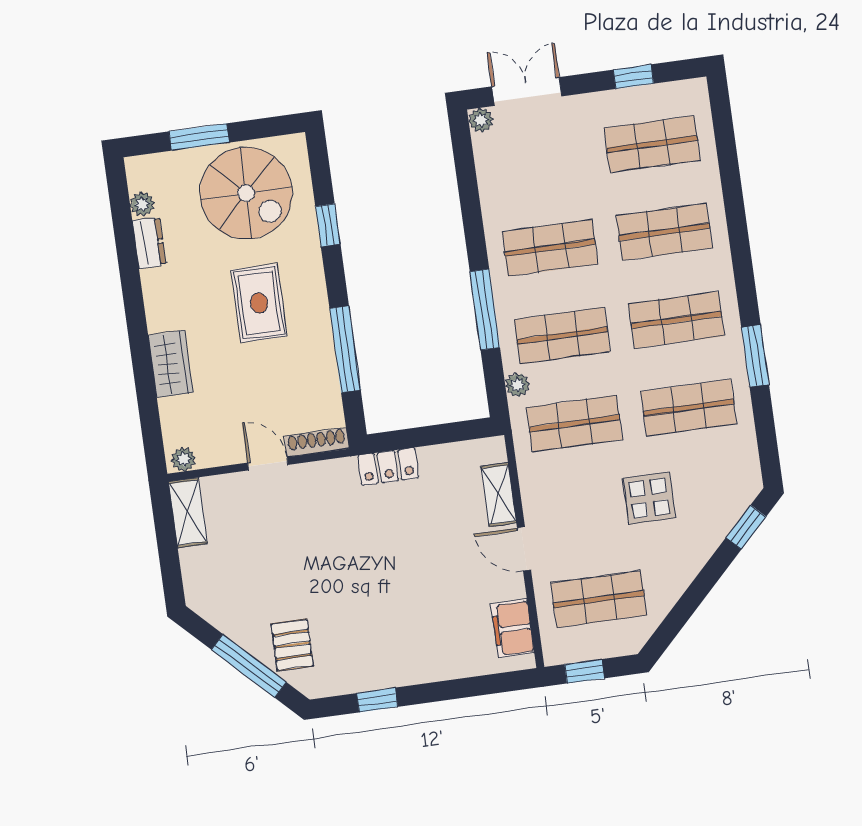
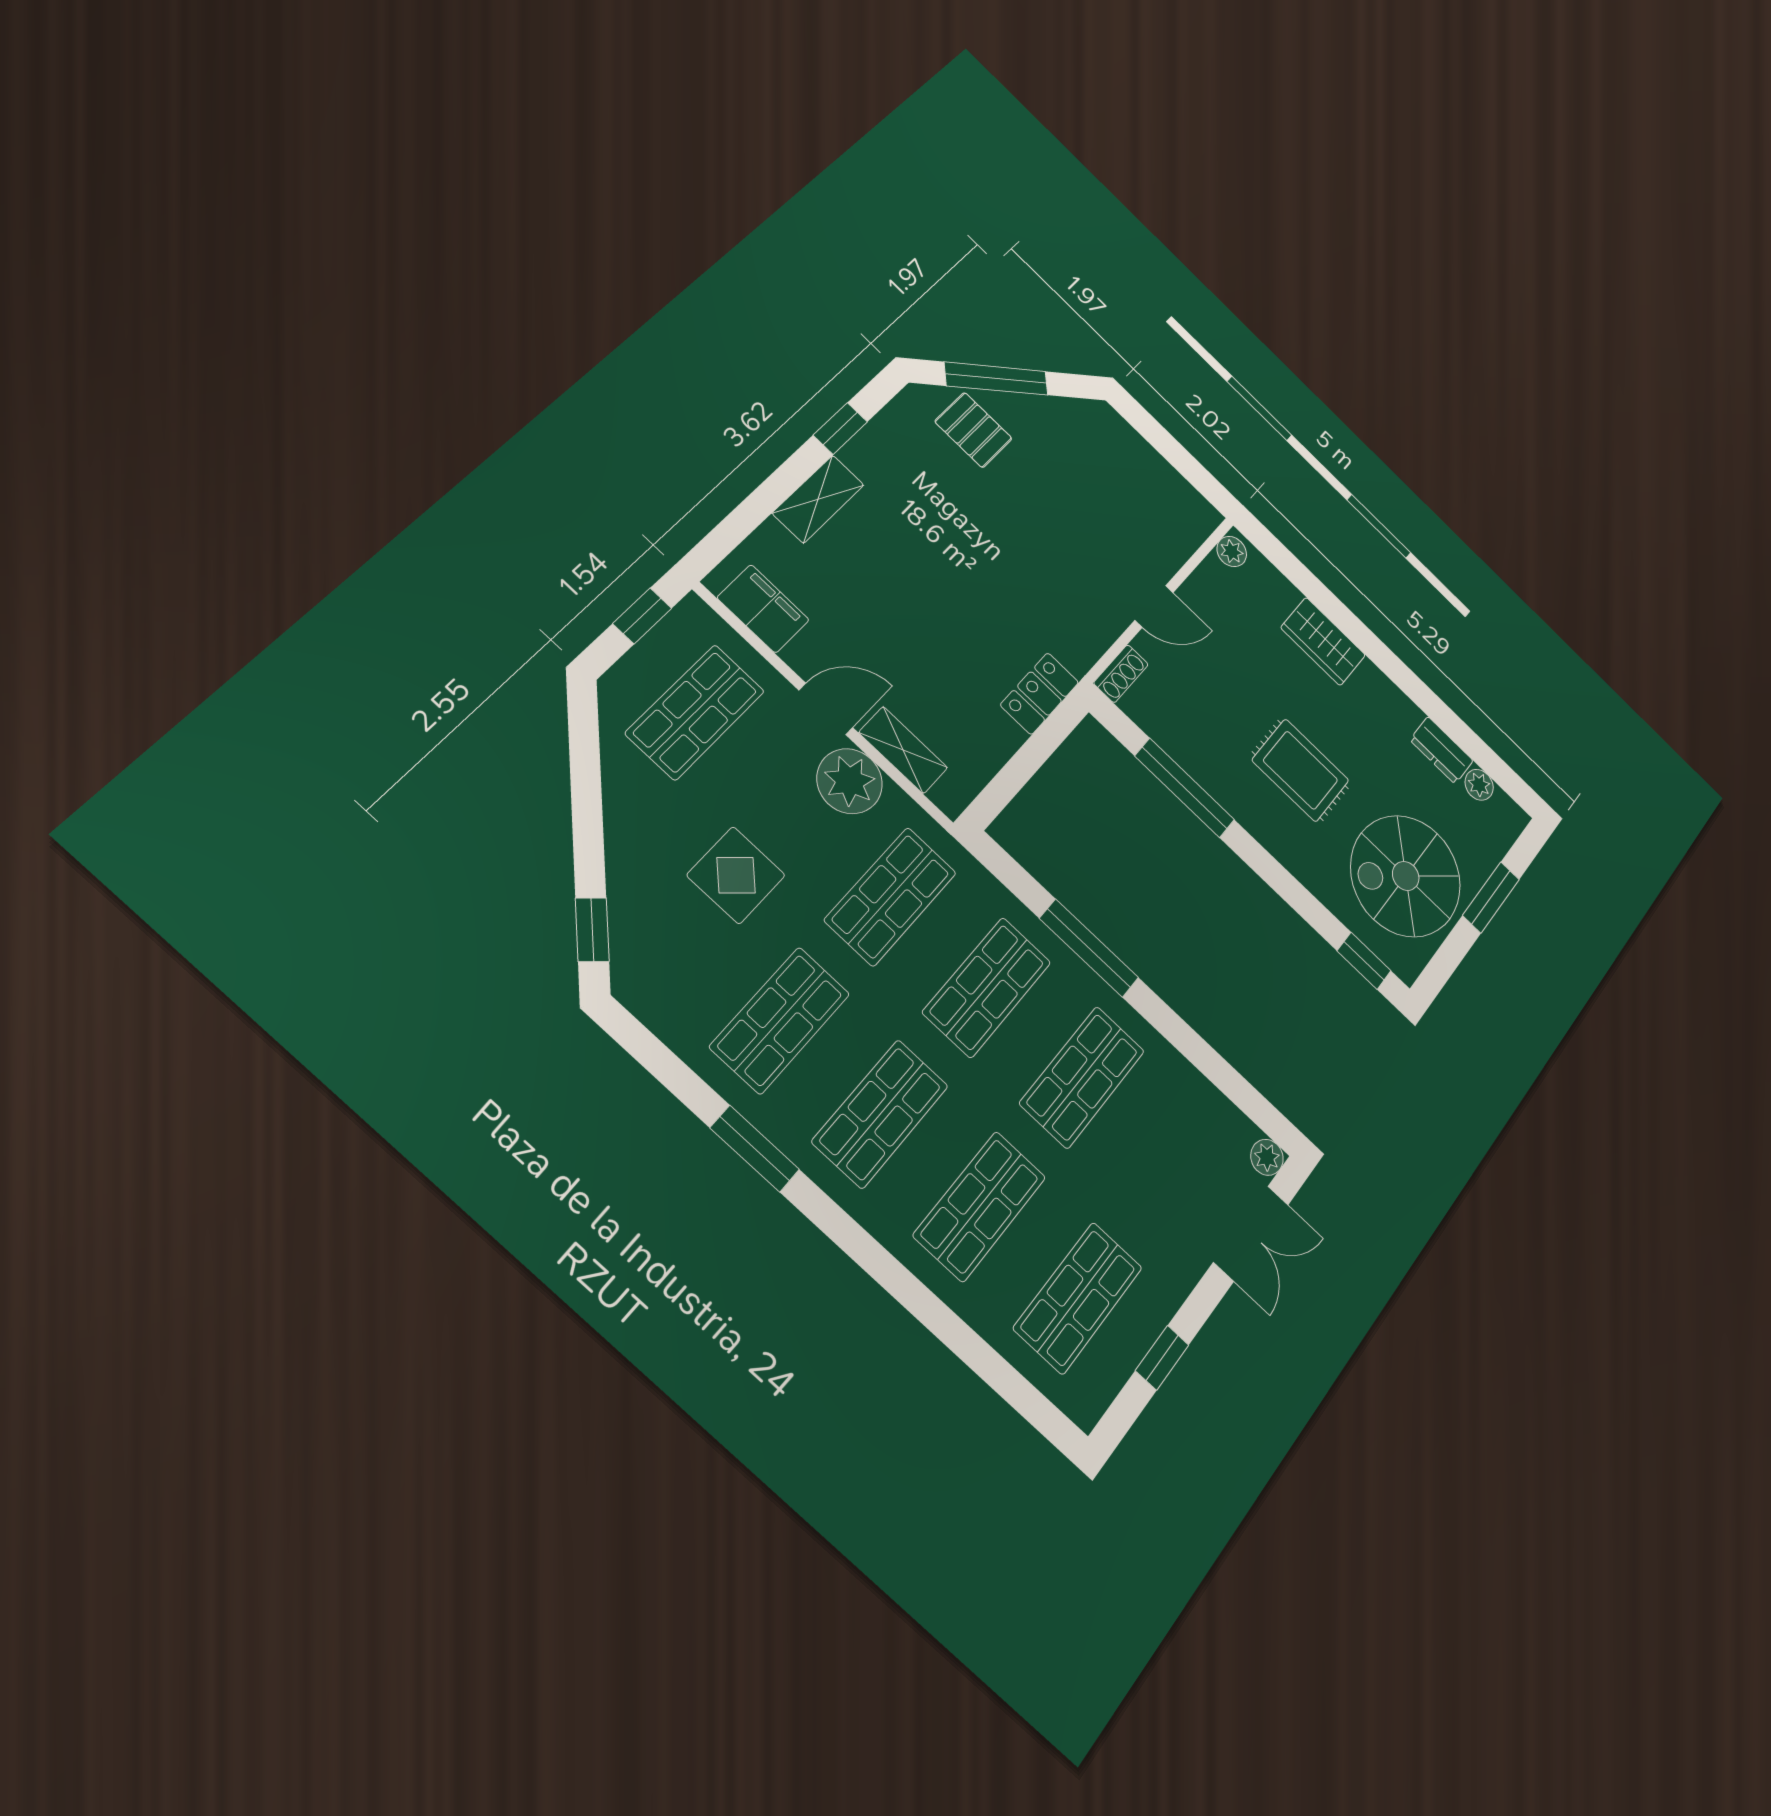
window: (328, 225) -> (1364, 961), moved
plant: (517, 385) -> (850, 781), moved, width x1.88, depth x1.88
shoe rack: (317, 442) -> (1121, 674), width x0.70
shelving: (188, 513) -> (818, 499), moved, turned 90

